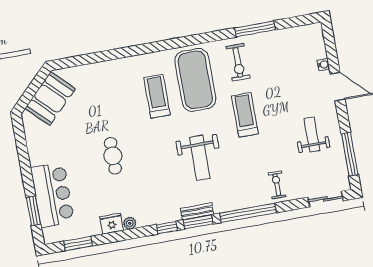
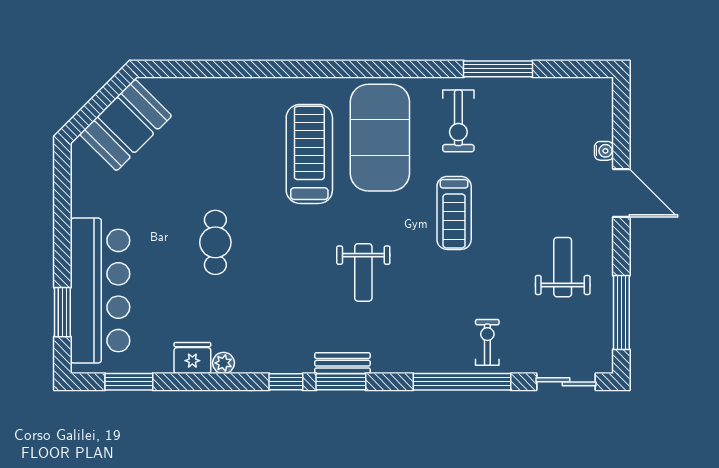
treadmill: (157, 96) -> (309, 154), width x1.37, depth x1.38
treadmill: (245, 115) -> (454, 213), turned 180
weight bench: (200, 158) -> (363, 272), width x0.73, depth x0.75
bar counter: (52, 195) -> (100, 291), width x1.36
window: (248, 213) -> (462, 382), moved

